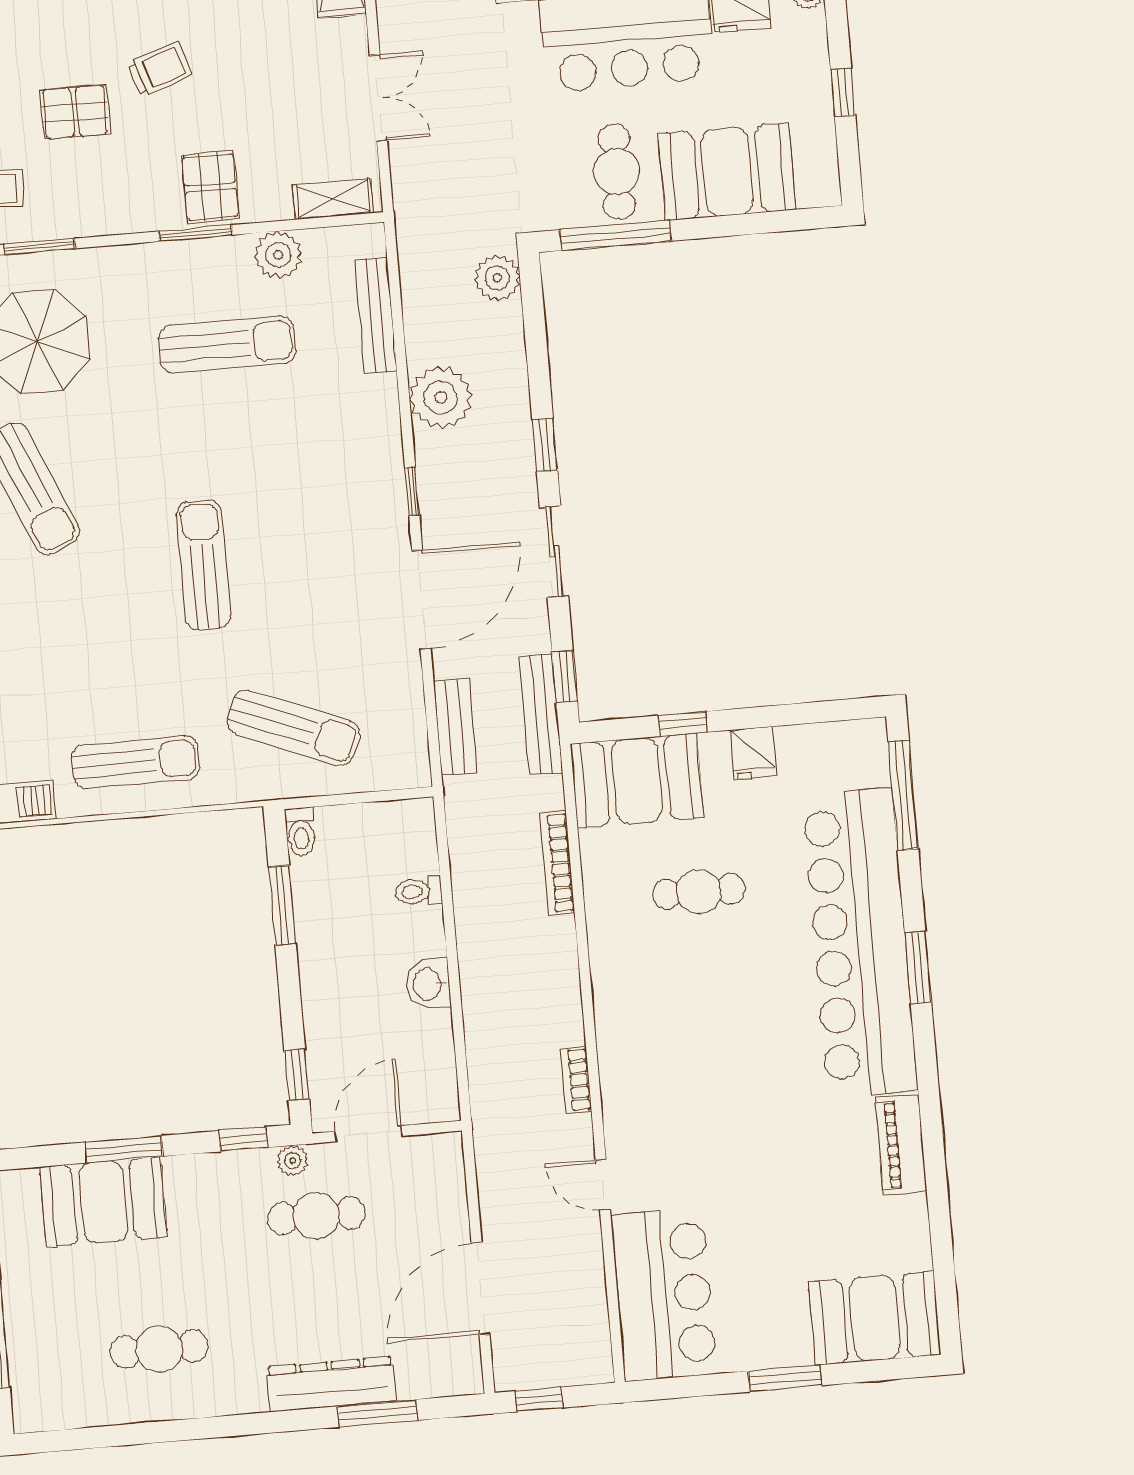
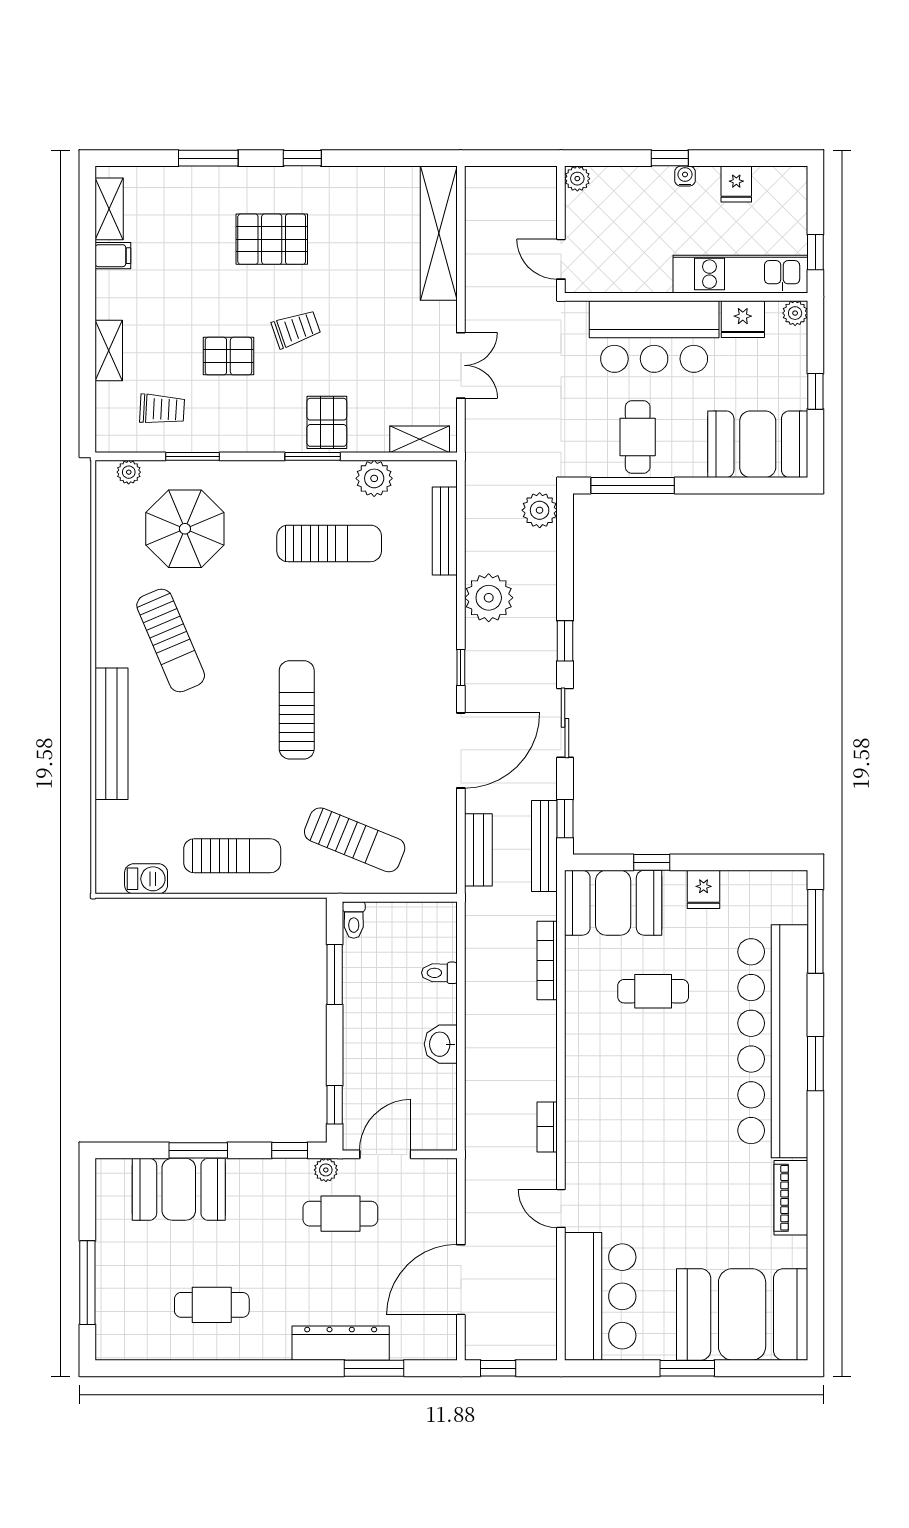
booth: (727, 172) -> (758, 444), moved
booth: (875, 1318) -> (742, 1314), width x1.36, depth x1.42

